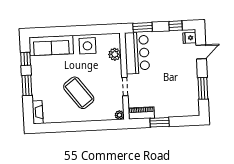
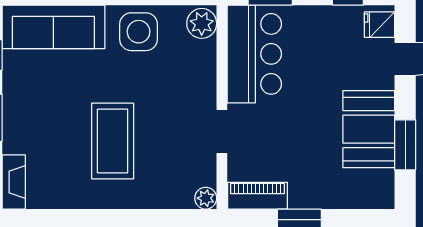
plant: (115, 54) -> (202, 23), moved
booth: (187, 82) -> (369, 129), added
coffee table: (79, 93) -> (113, 141), turned 37

